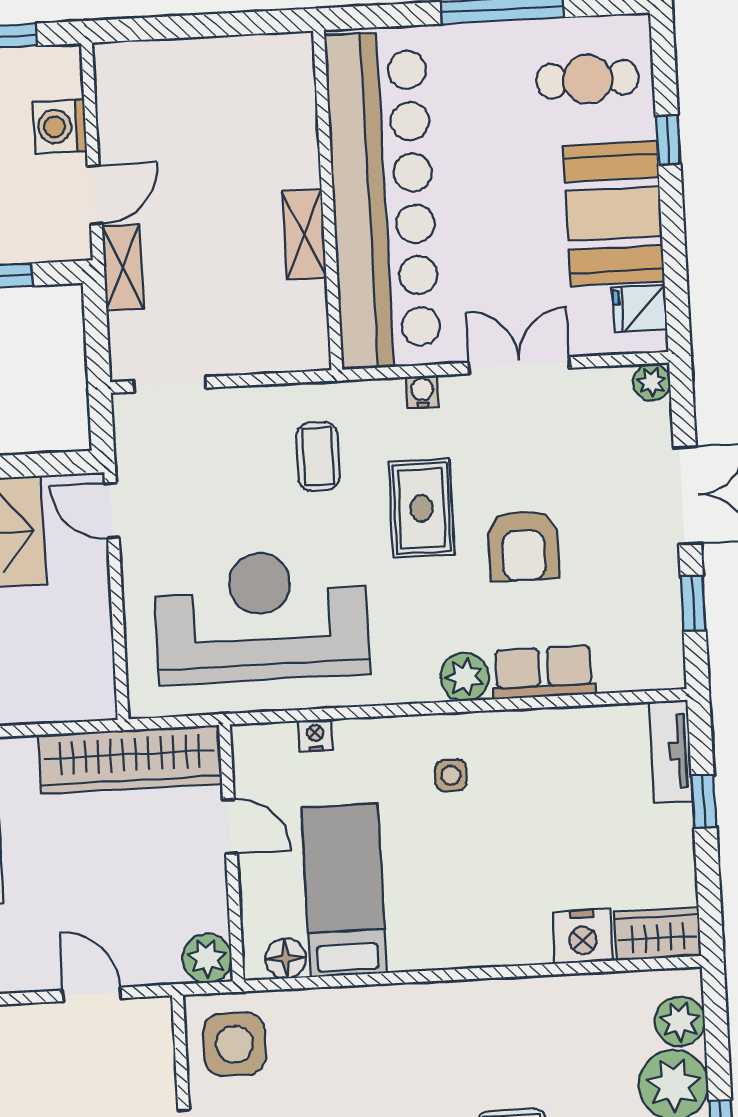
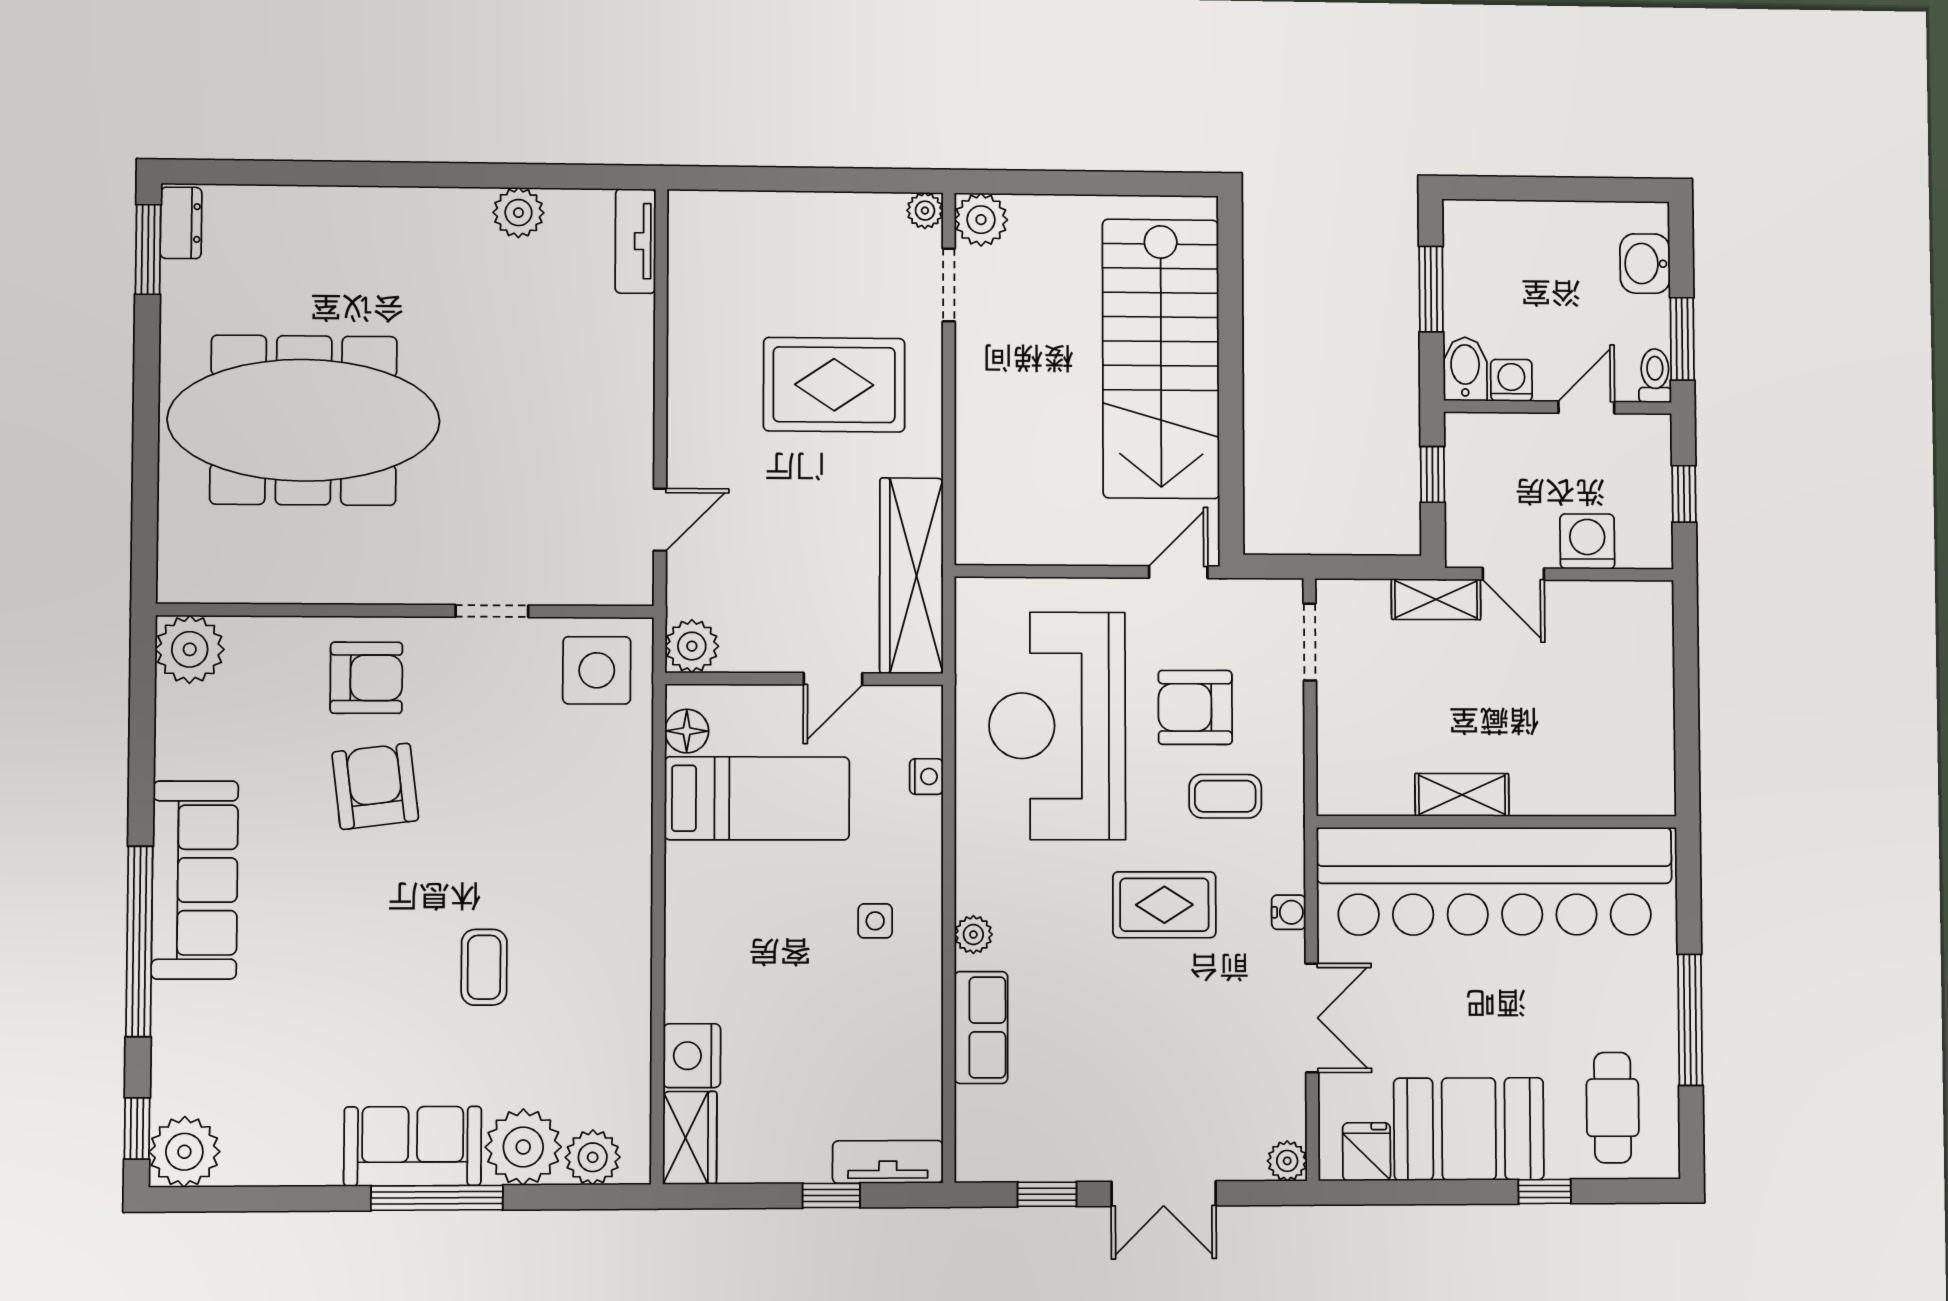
armchair: (523, 546) -> (1195, 707), moved
reception desk: (261, 616) -> (1057, 726), turned 180
plant: (465, 677) -> (973, 935), width x0.73, depth x0.73

